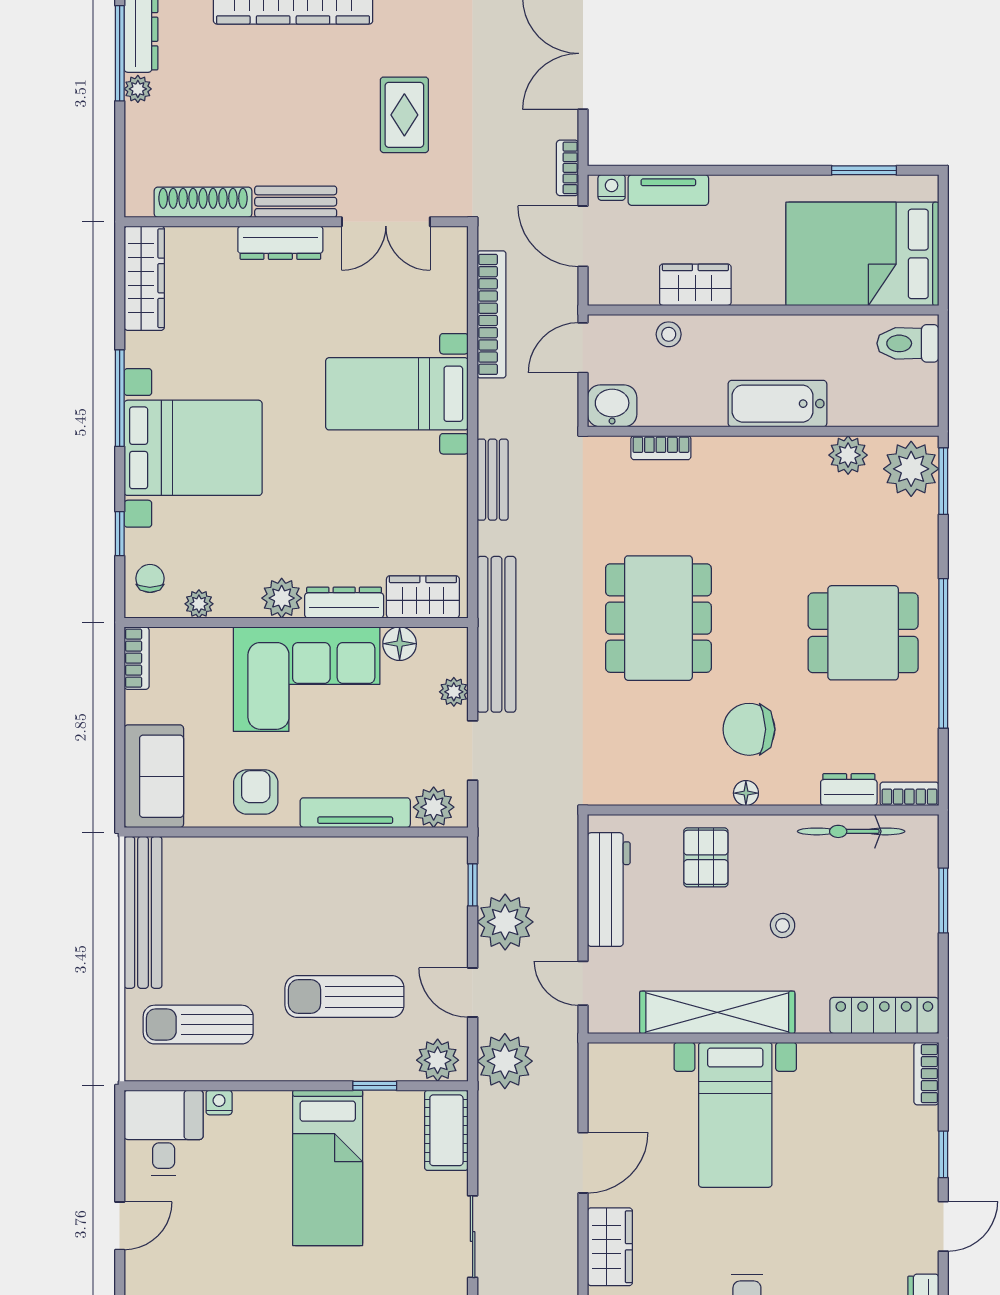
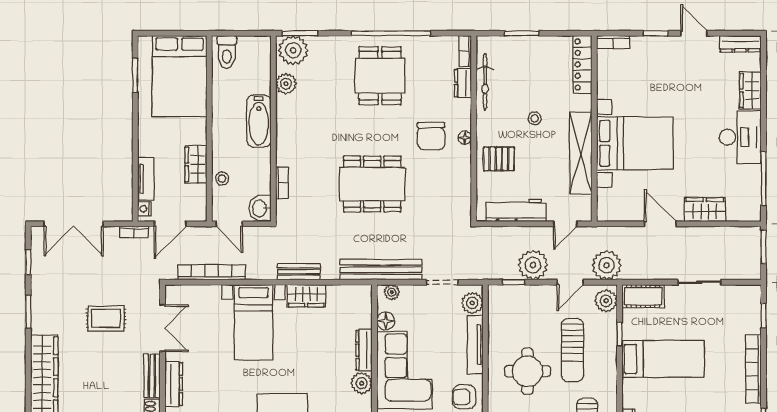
wardrobe: (423, 597) -> (306, 296), moved, turned -90
plant: (454, 692) -> (392, 292), moved
round table: (304, 912) -> (528, 371), added
bed with nightstands: (735, 1115) -> (635, 143), width x1.36

